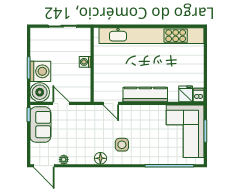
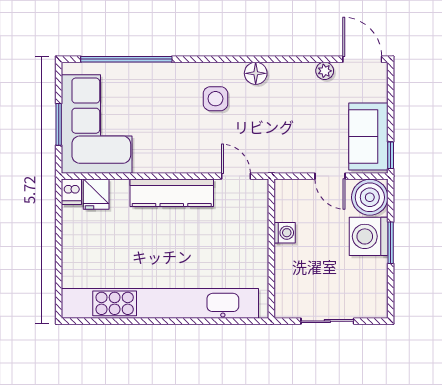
washing machine: (85, 62) -> (285, 233), moved

